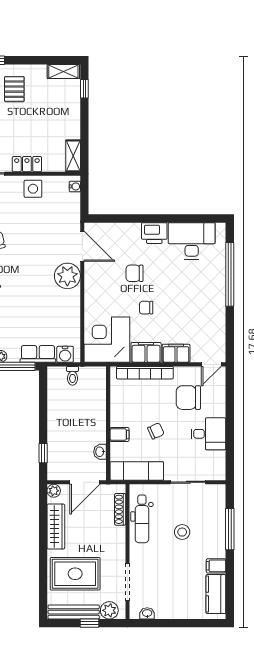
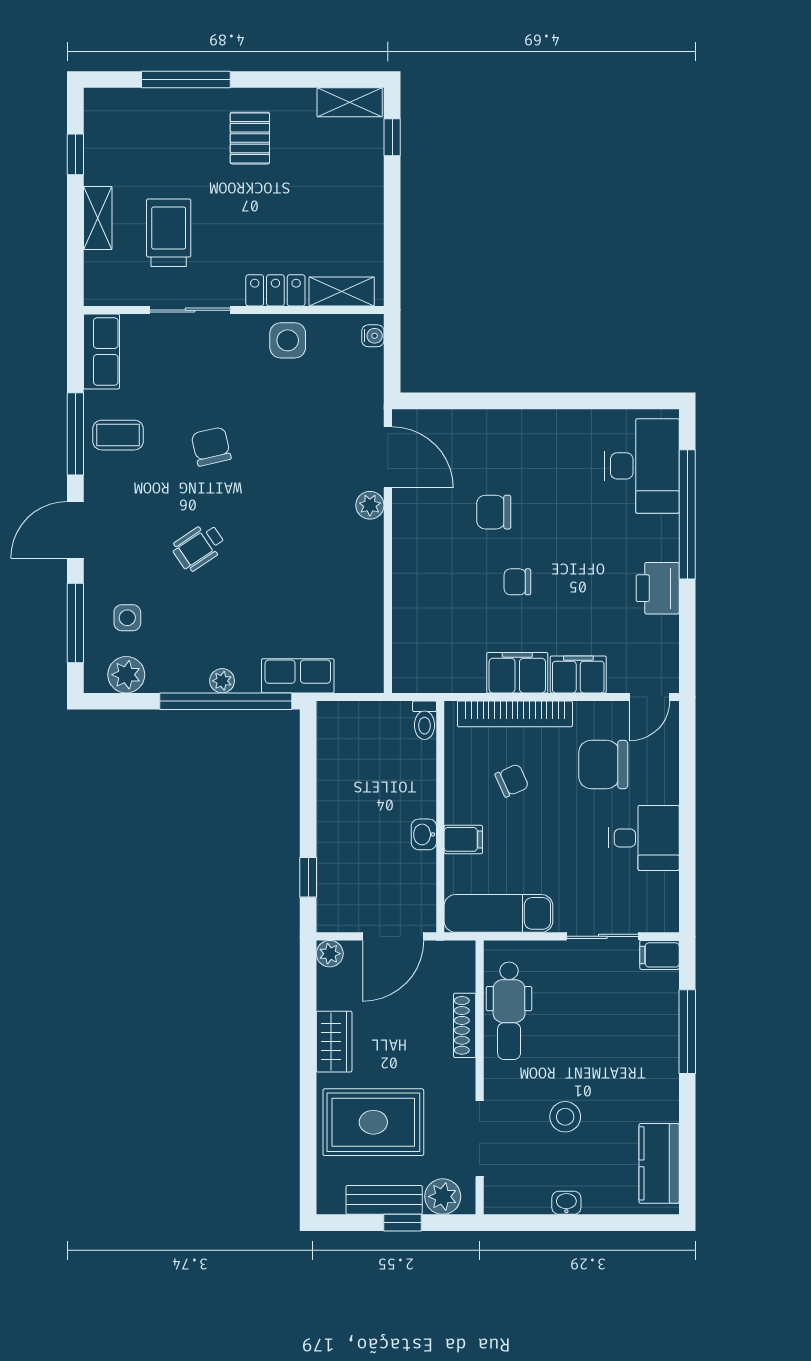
shelving: (73, 156) -> (342, 291), moved, turned 90
printer: (154, 233) -> (658, 588), moved, turned 90
desk: (192, 241) -> (642, 466), moved, turned 90
plant: (67, 276) -> (370, 505), width x0.53, depth x0.53
corner desk: (107, 340) -> (438, 647), removed
water cooler: (65, 354) -> (353, 677), removed
toilet: (73, 376) -> (425, 720), moved
chair: (156, 431) -> (512, 781), moved
washbasin: (100, 452) -> (424, 834), moved
shoe rack: (120, 509) -> (465, 1025), moved
wardrobe: (56, 527) -> (334, 1042), width x0.67
stool: (182, 532) -> (565, 1117), moved
filing cabinet: (216, 566) -> (660, 955), moved
bench: (74, 612) -> (384, 1200), width x0.73
washbasin: (147, 613) -> (566, 1203), moved

